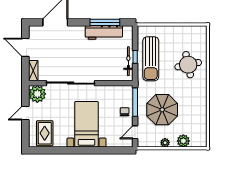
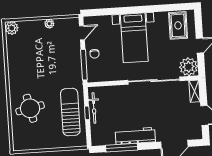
workbench: (104, 32) -> (135, 136), moved
parasol: (162, 110) -> (55, 58), removed
plant: (183, 141) -> (12, 28), moved

